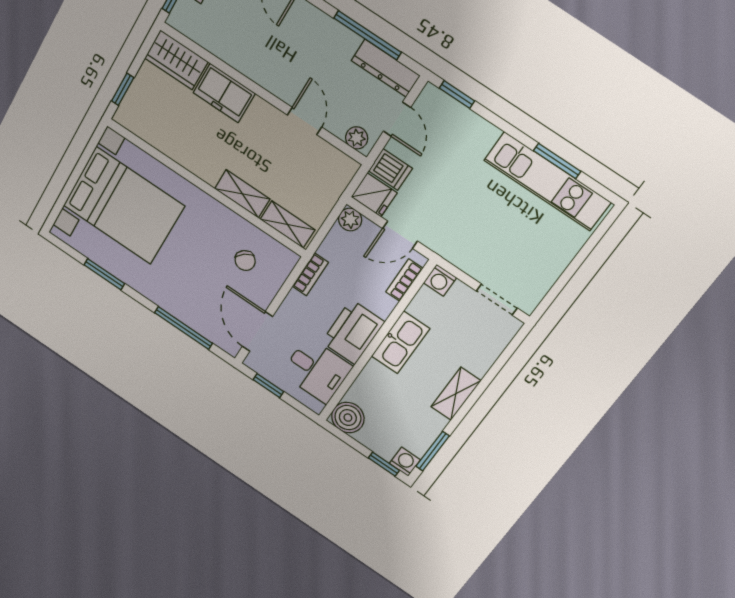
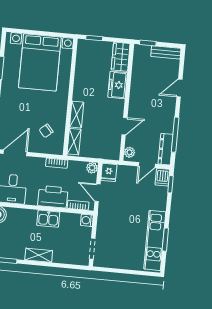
dishwasher: (390, 170) -> (162, 177), moved
printer: (353, 332) -> (53, 197), moved
kitchen sink: (400, 342) -> (48, 219), width x0.73

